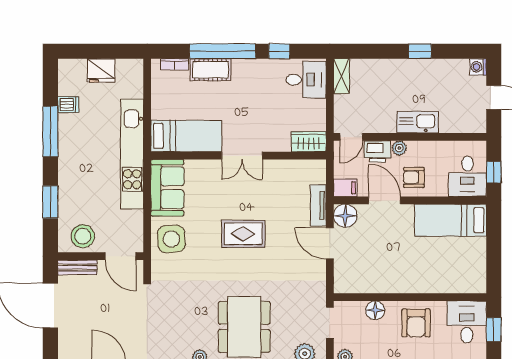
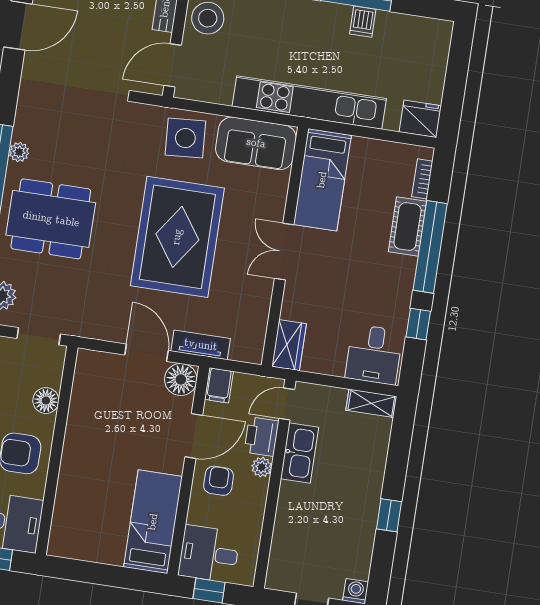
fridge: (101, 70) -> (420, 119), moved, turned 90
dishwasher: (68, 105) -> (363, 22), moved
kitchen sink: (417, 122) -> (300, 453), moved
door: (351, 137) -> (287, 404), hinge flipped
rug: (243, 234) -> (177, 237), width x1.86, depth x2.06
door: (330, 243) -> (147, 353), hinge flipped

